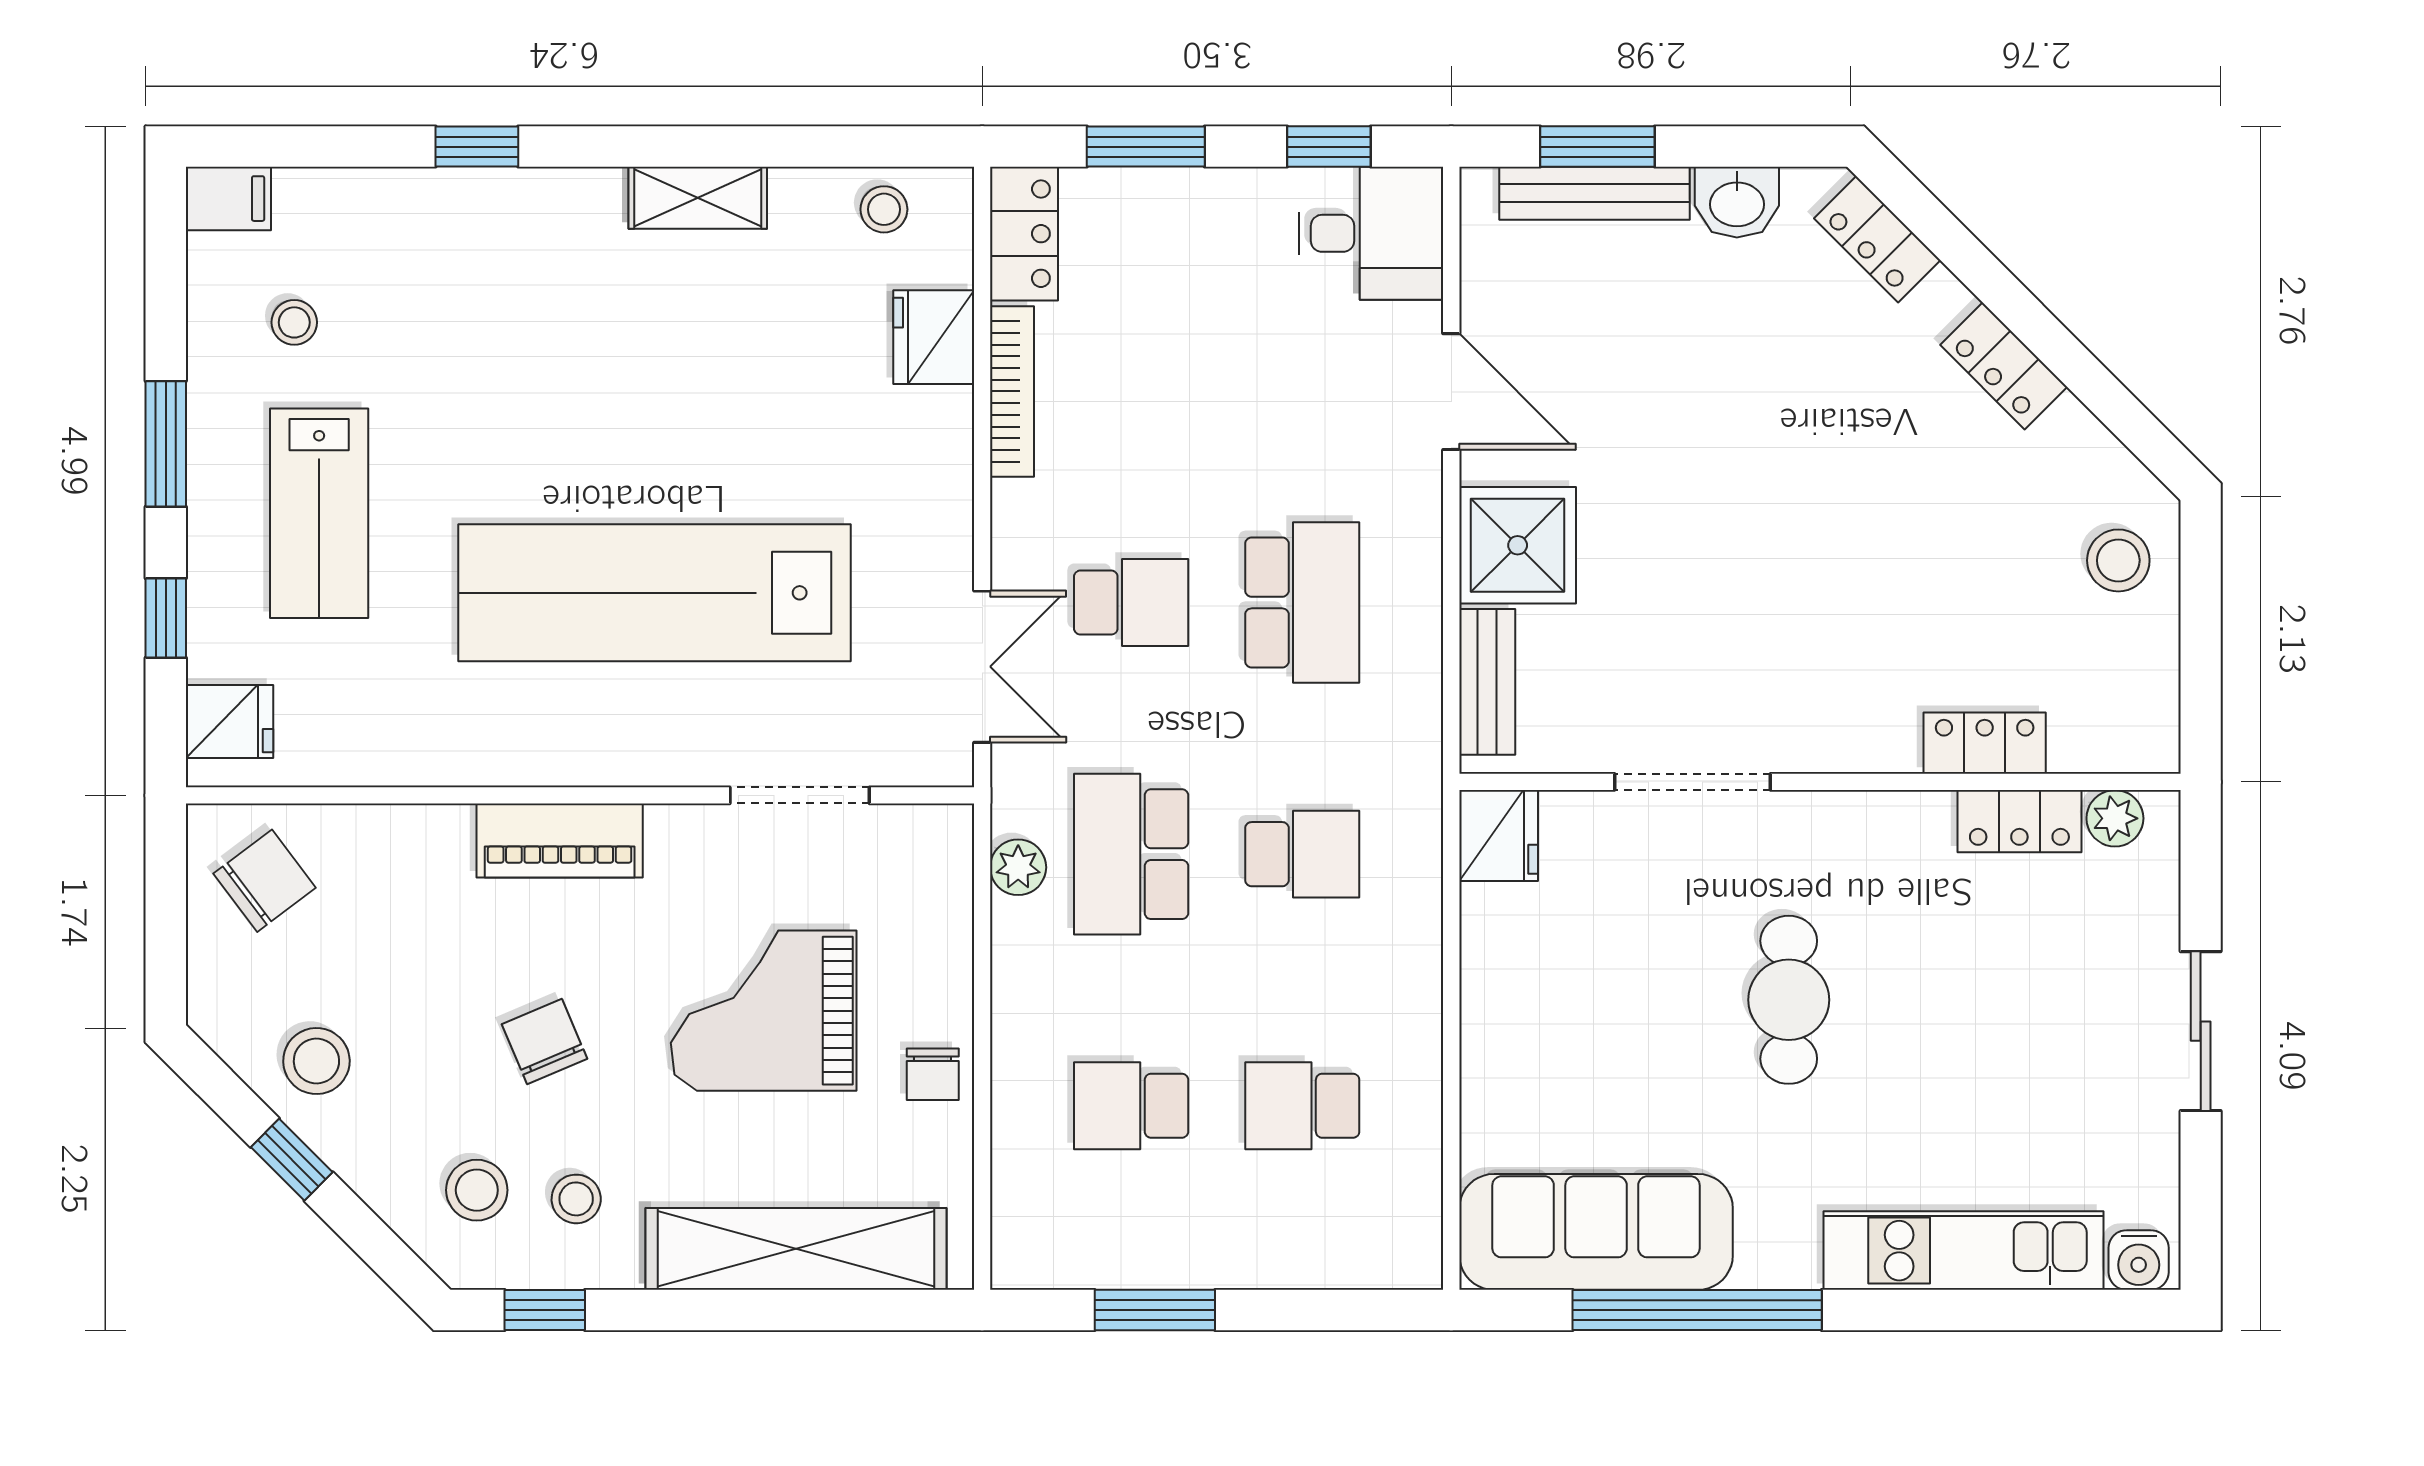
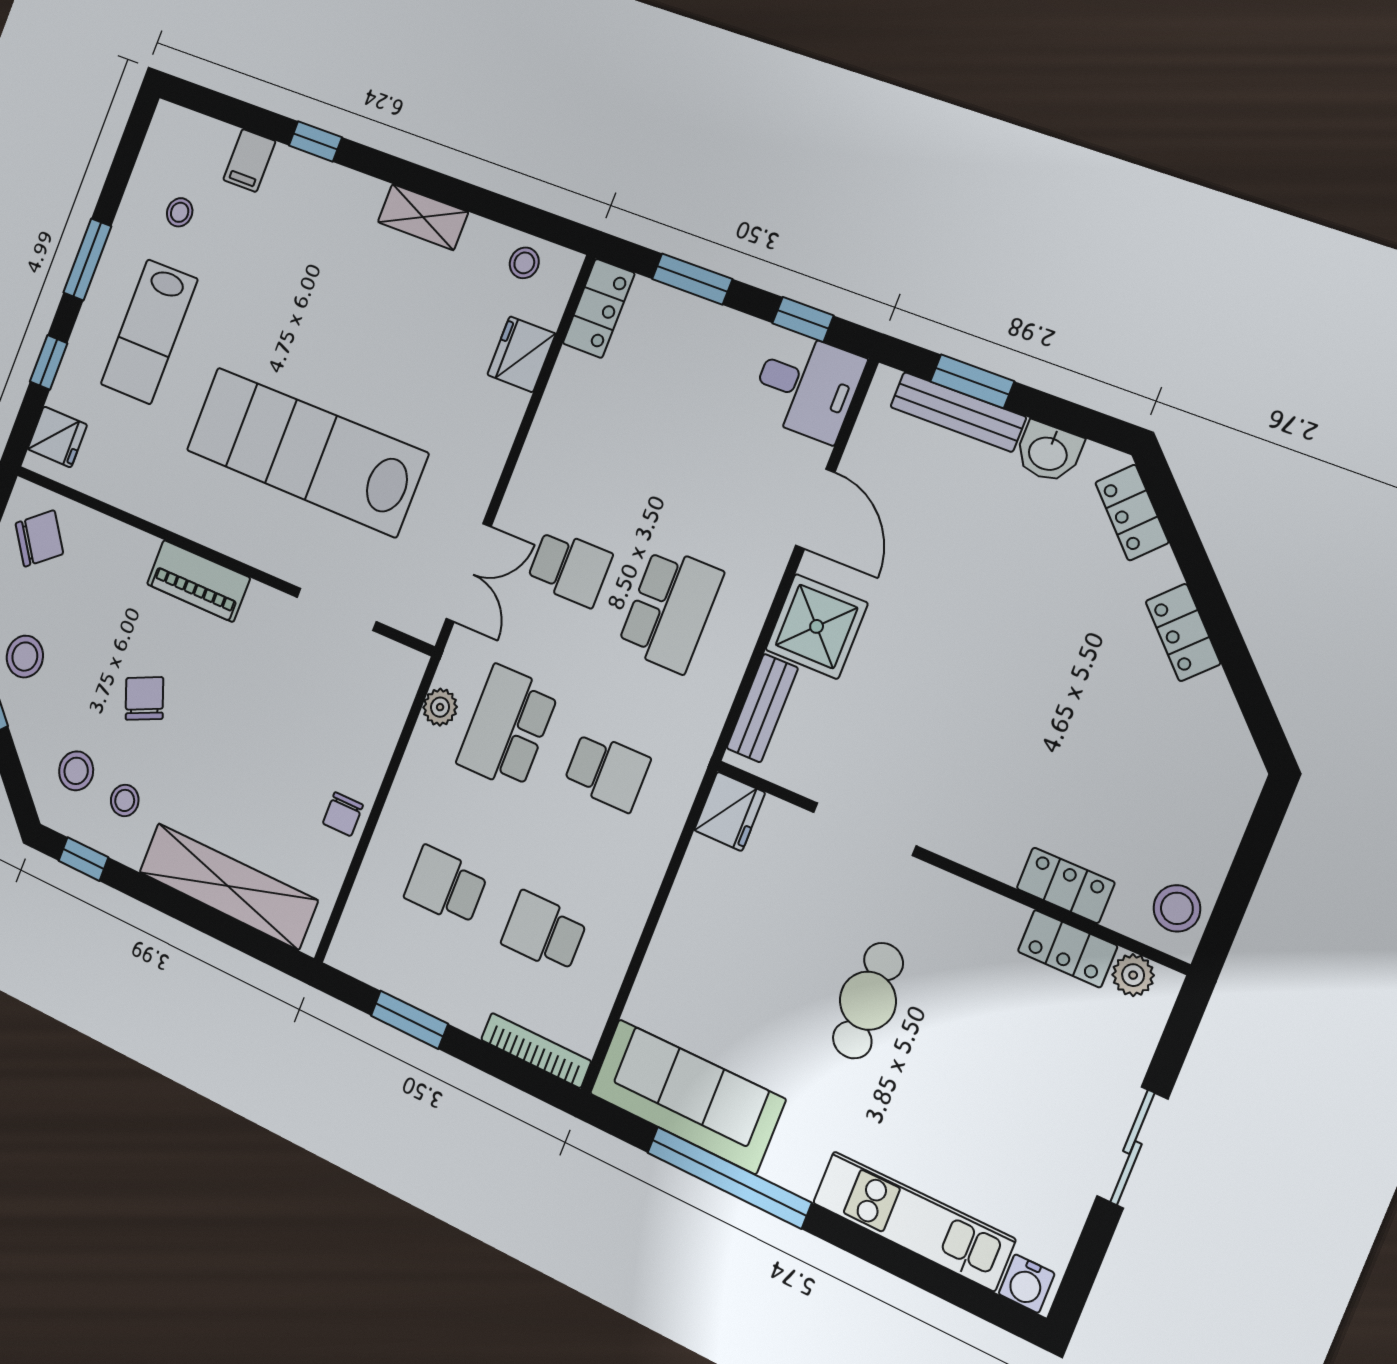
filing cabinet: (228, 199) -> (249, 161), moved, turned 90
bookcase: (1012, 391) -> (536, 1050), moved, turned -90
stool: (2118, 560) -> (1177, 908), moved
grand piano: (764, 1011) -> (266, 733), removed

